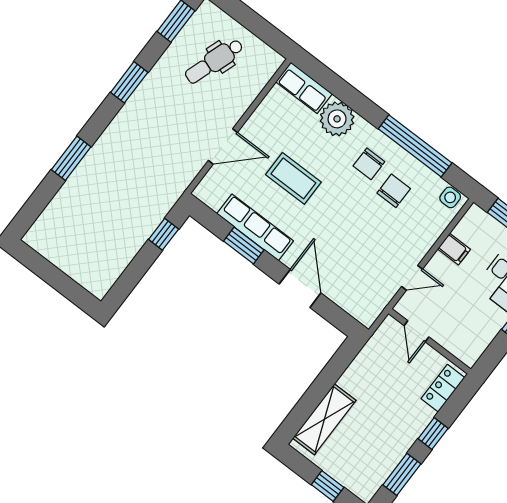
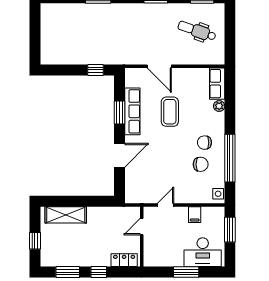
plant: (337, 119) -> (219, 106), width x0.53, depth x0.53
door: (412, 278) -> (166, 205), swing flipped

